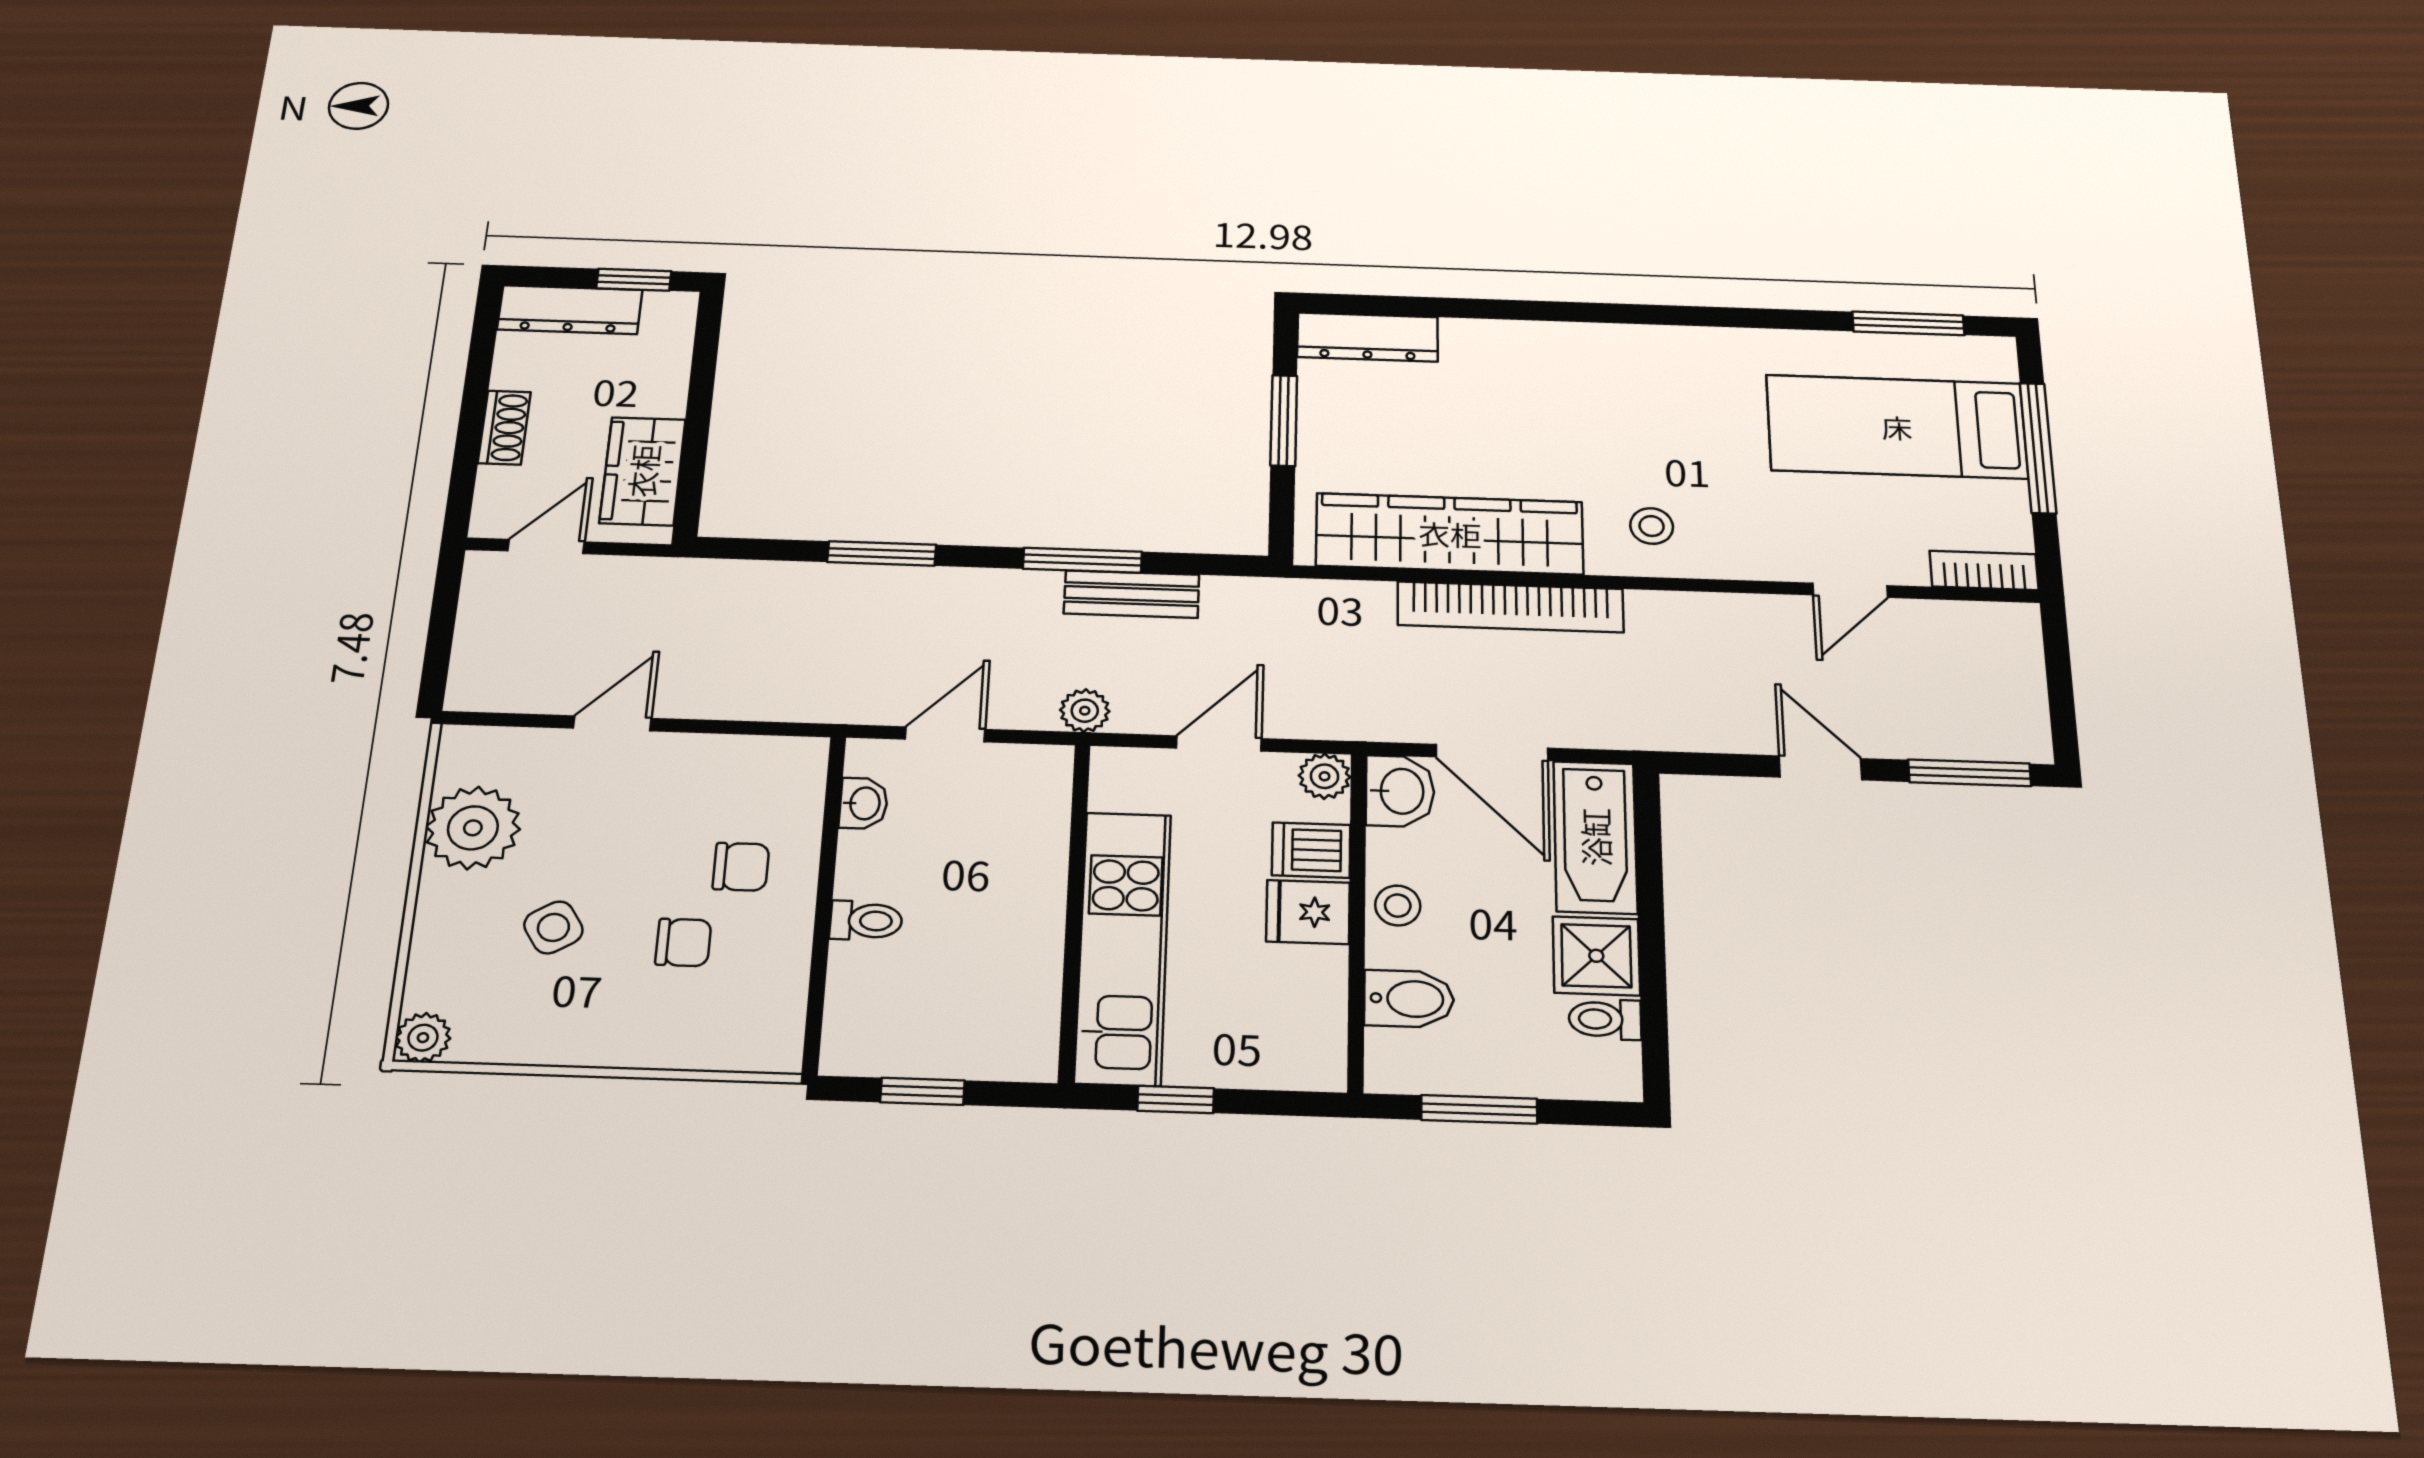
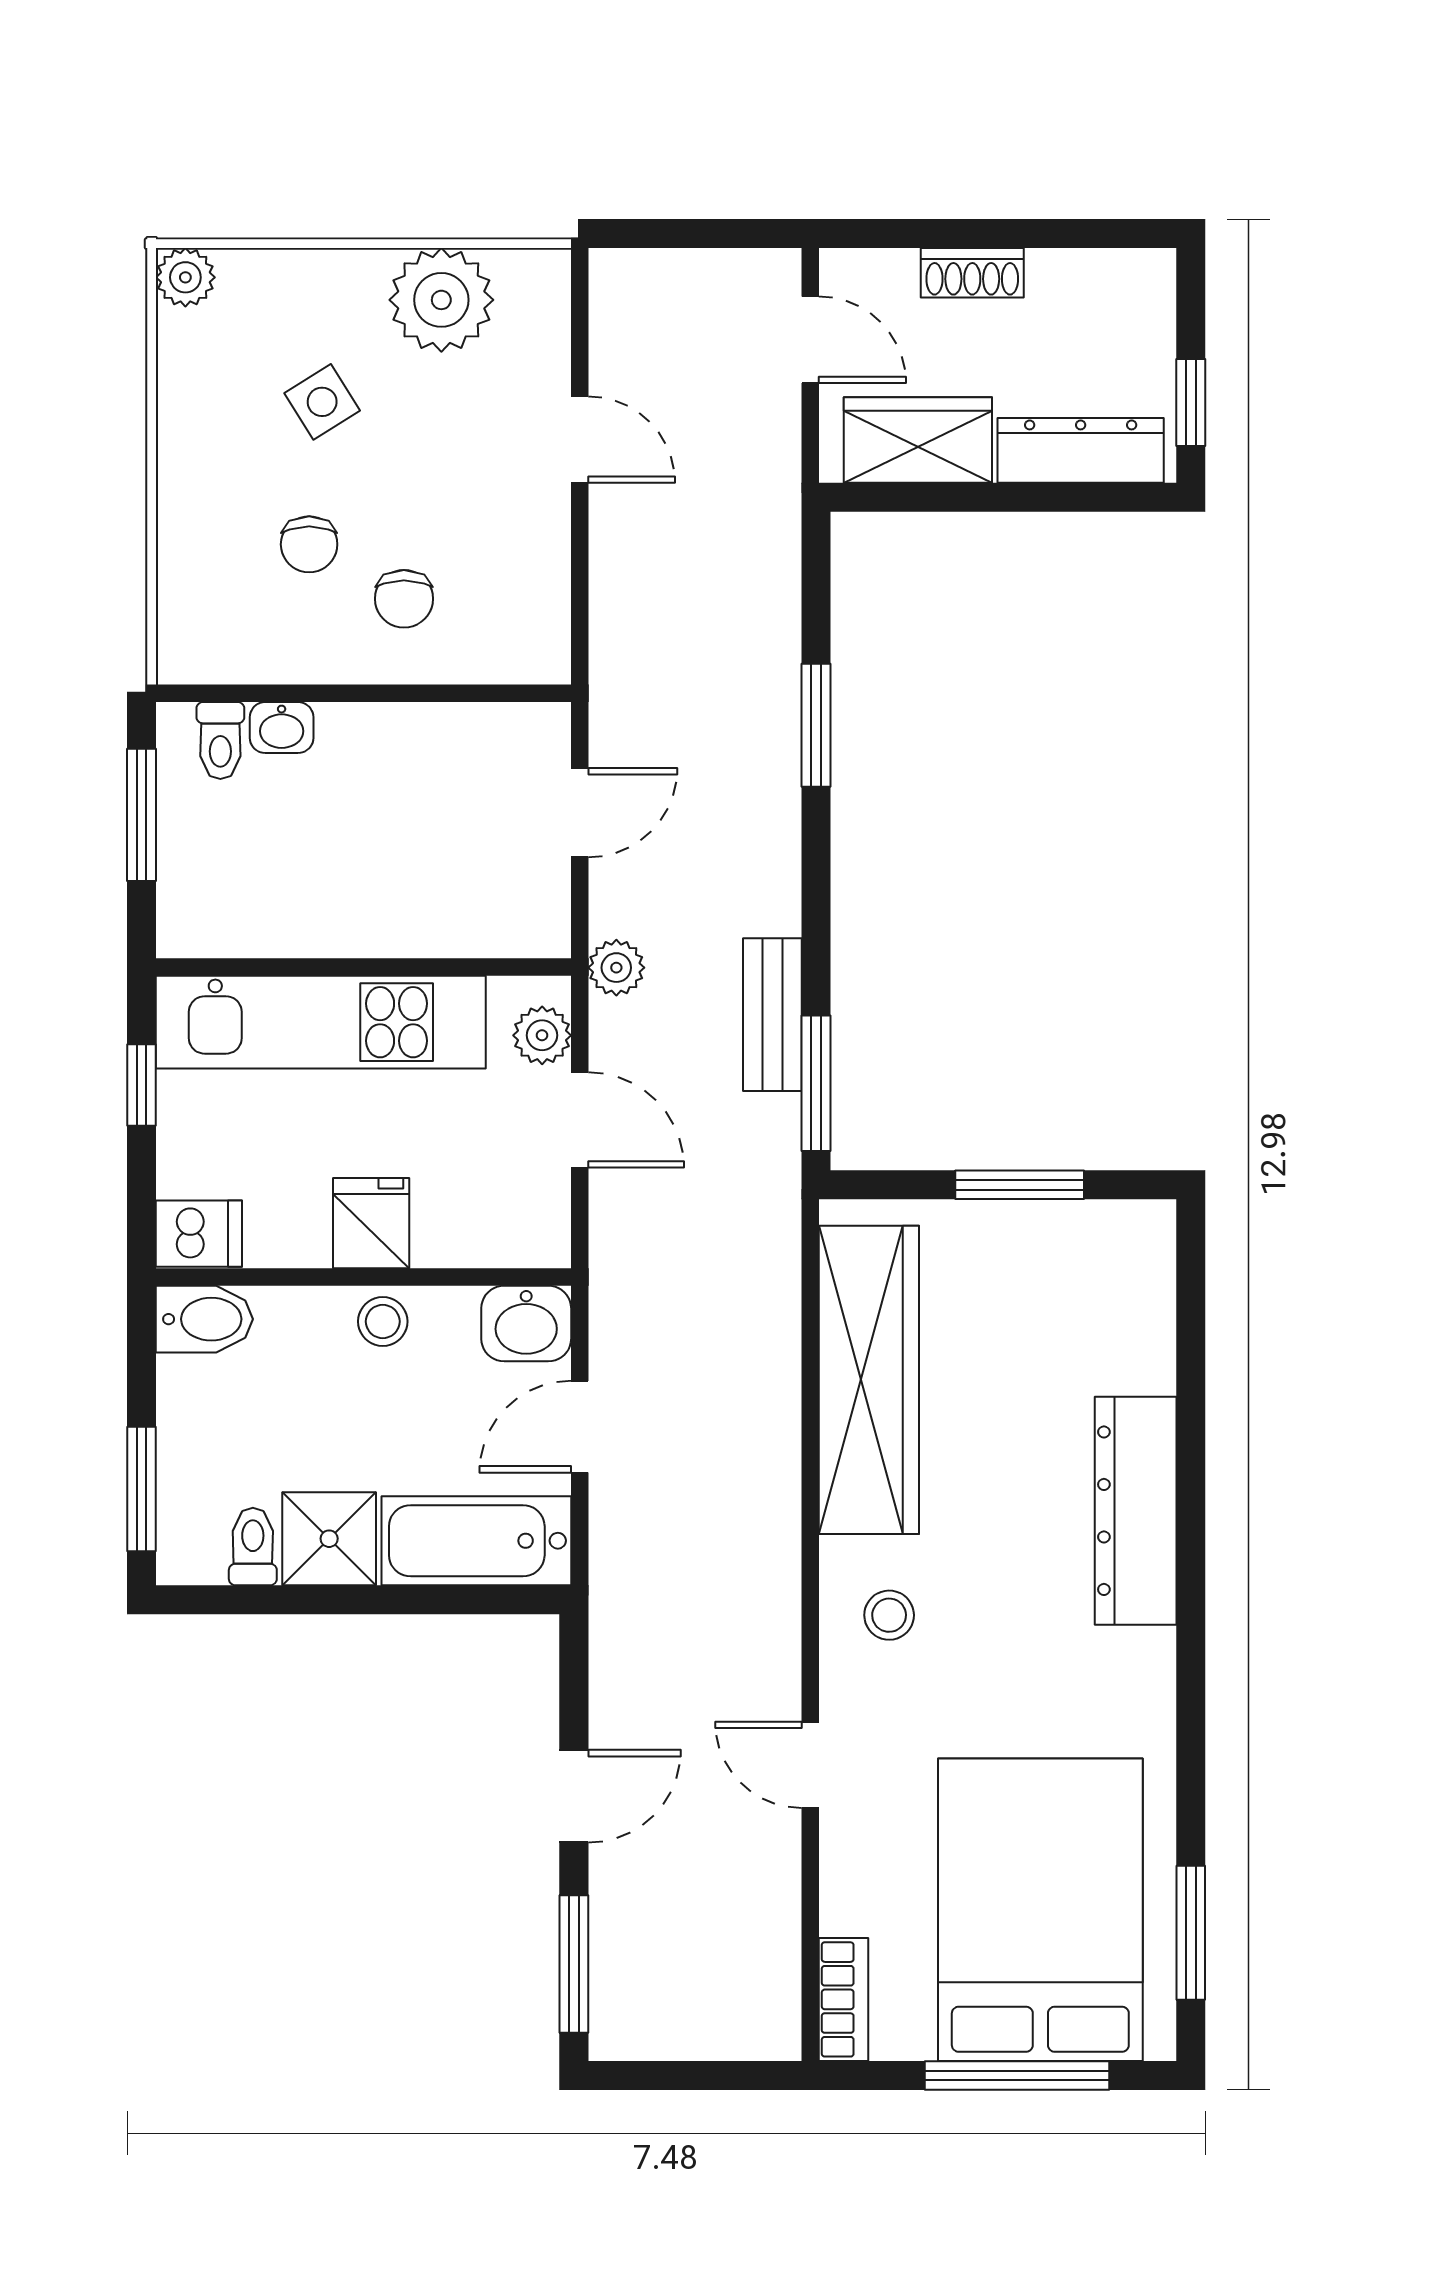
dresser: (570, 310) -> (1081, 450), moved, turned 90
dresser: (1368, 337) -> (1136, 1511), moved, width x1.37, depth x1.24
bed: (1897, 427) -> (1040, 1910), width x1.50
window: (1083, 560) -> (816, 1083), moved
door: (1850, 590) -> (810, 1765), moved
bookcase: (1510, 607) -> (772, 1450), removed
door: (945, 734) -> (580, 813), hinge flipped
door: (1492, 753) -> (580, 1427), width x0.73
plant: (1324, 776) -> (542, 1035), moved
washbasin: (864, 803) -> (282, 728), moved
dishwasher: (1311, 850) -> (199, 1234), moved, turned 90
toilet: (866, 921) -> (220, 741), moved
bidet: (1409, 999) -> (204, 1319), moved, turned -90
window: (922, 1091) -> (142, 815), width x1.50
window: (1479, 1109) -> (142, 1489), moved

